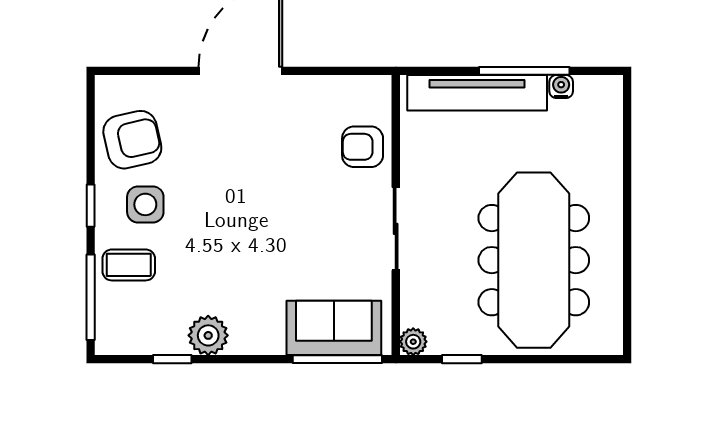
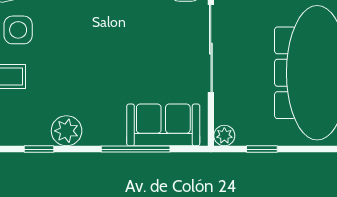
sliding door: (396, 229) -> (211, 49), width x1.37
window: (337, 359) -> (136, 149), moved

